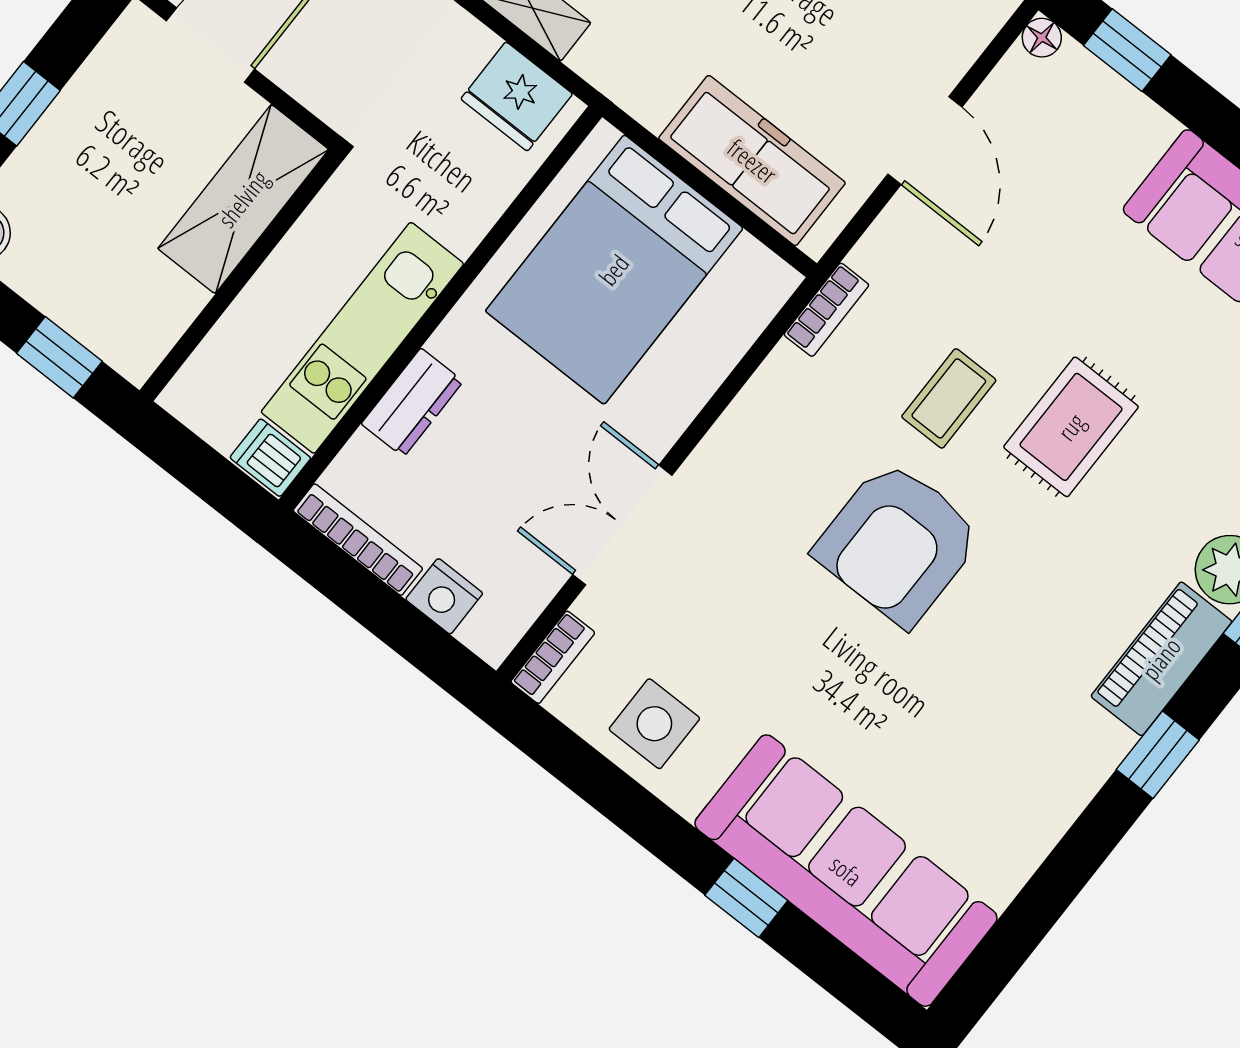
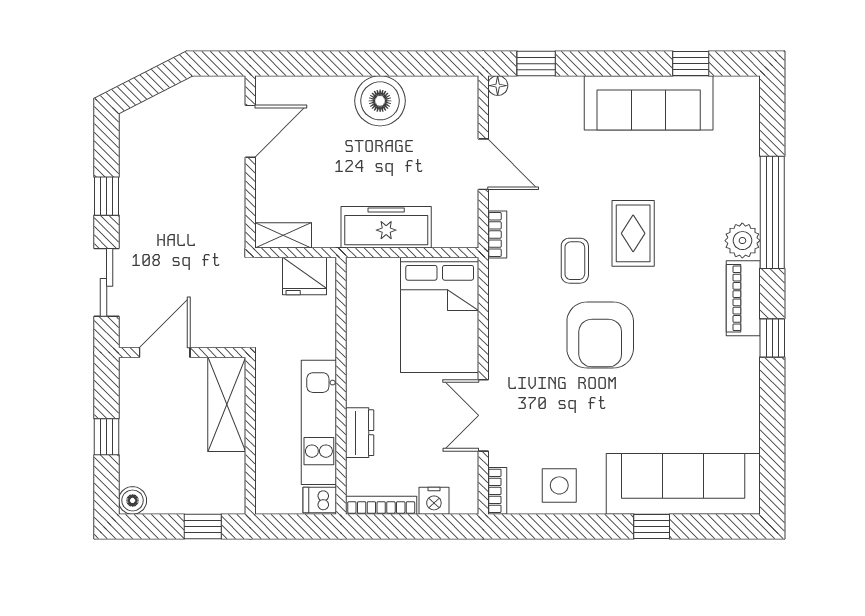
freezer: (752, 161) -> (386, 227), moved
bed: (614, 270) -> (440, 315), moved
bookcase: (826, 310) -> (497, 234), moved

